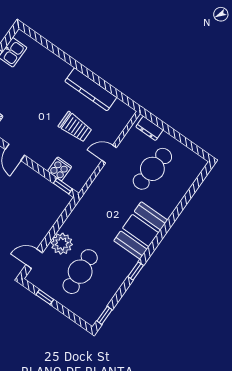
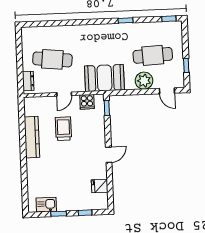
door: (109, 154) -> (64, 94), hinge flipped
cooker: (60, 169) -> (87, 102), moved, turned -90
booth: (141, 230) -> (104, 78), moved

